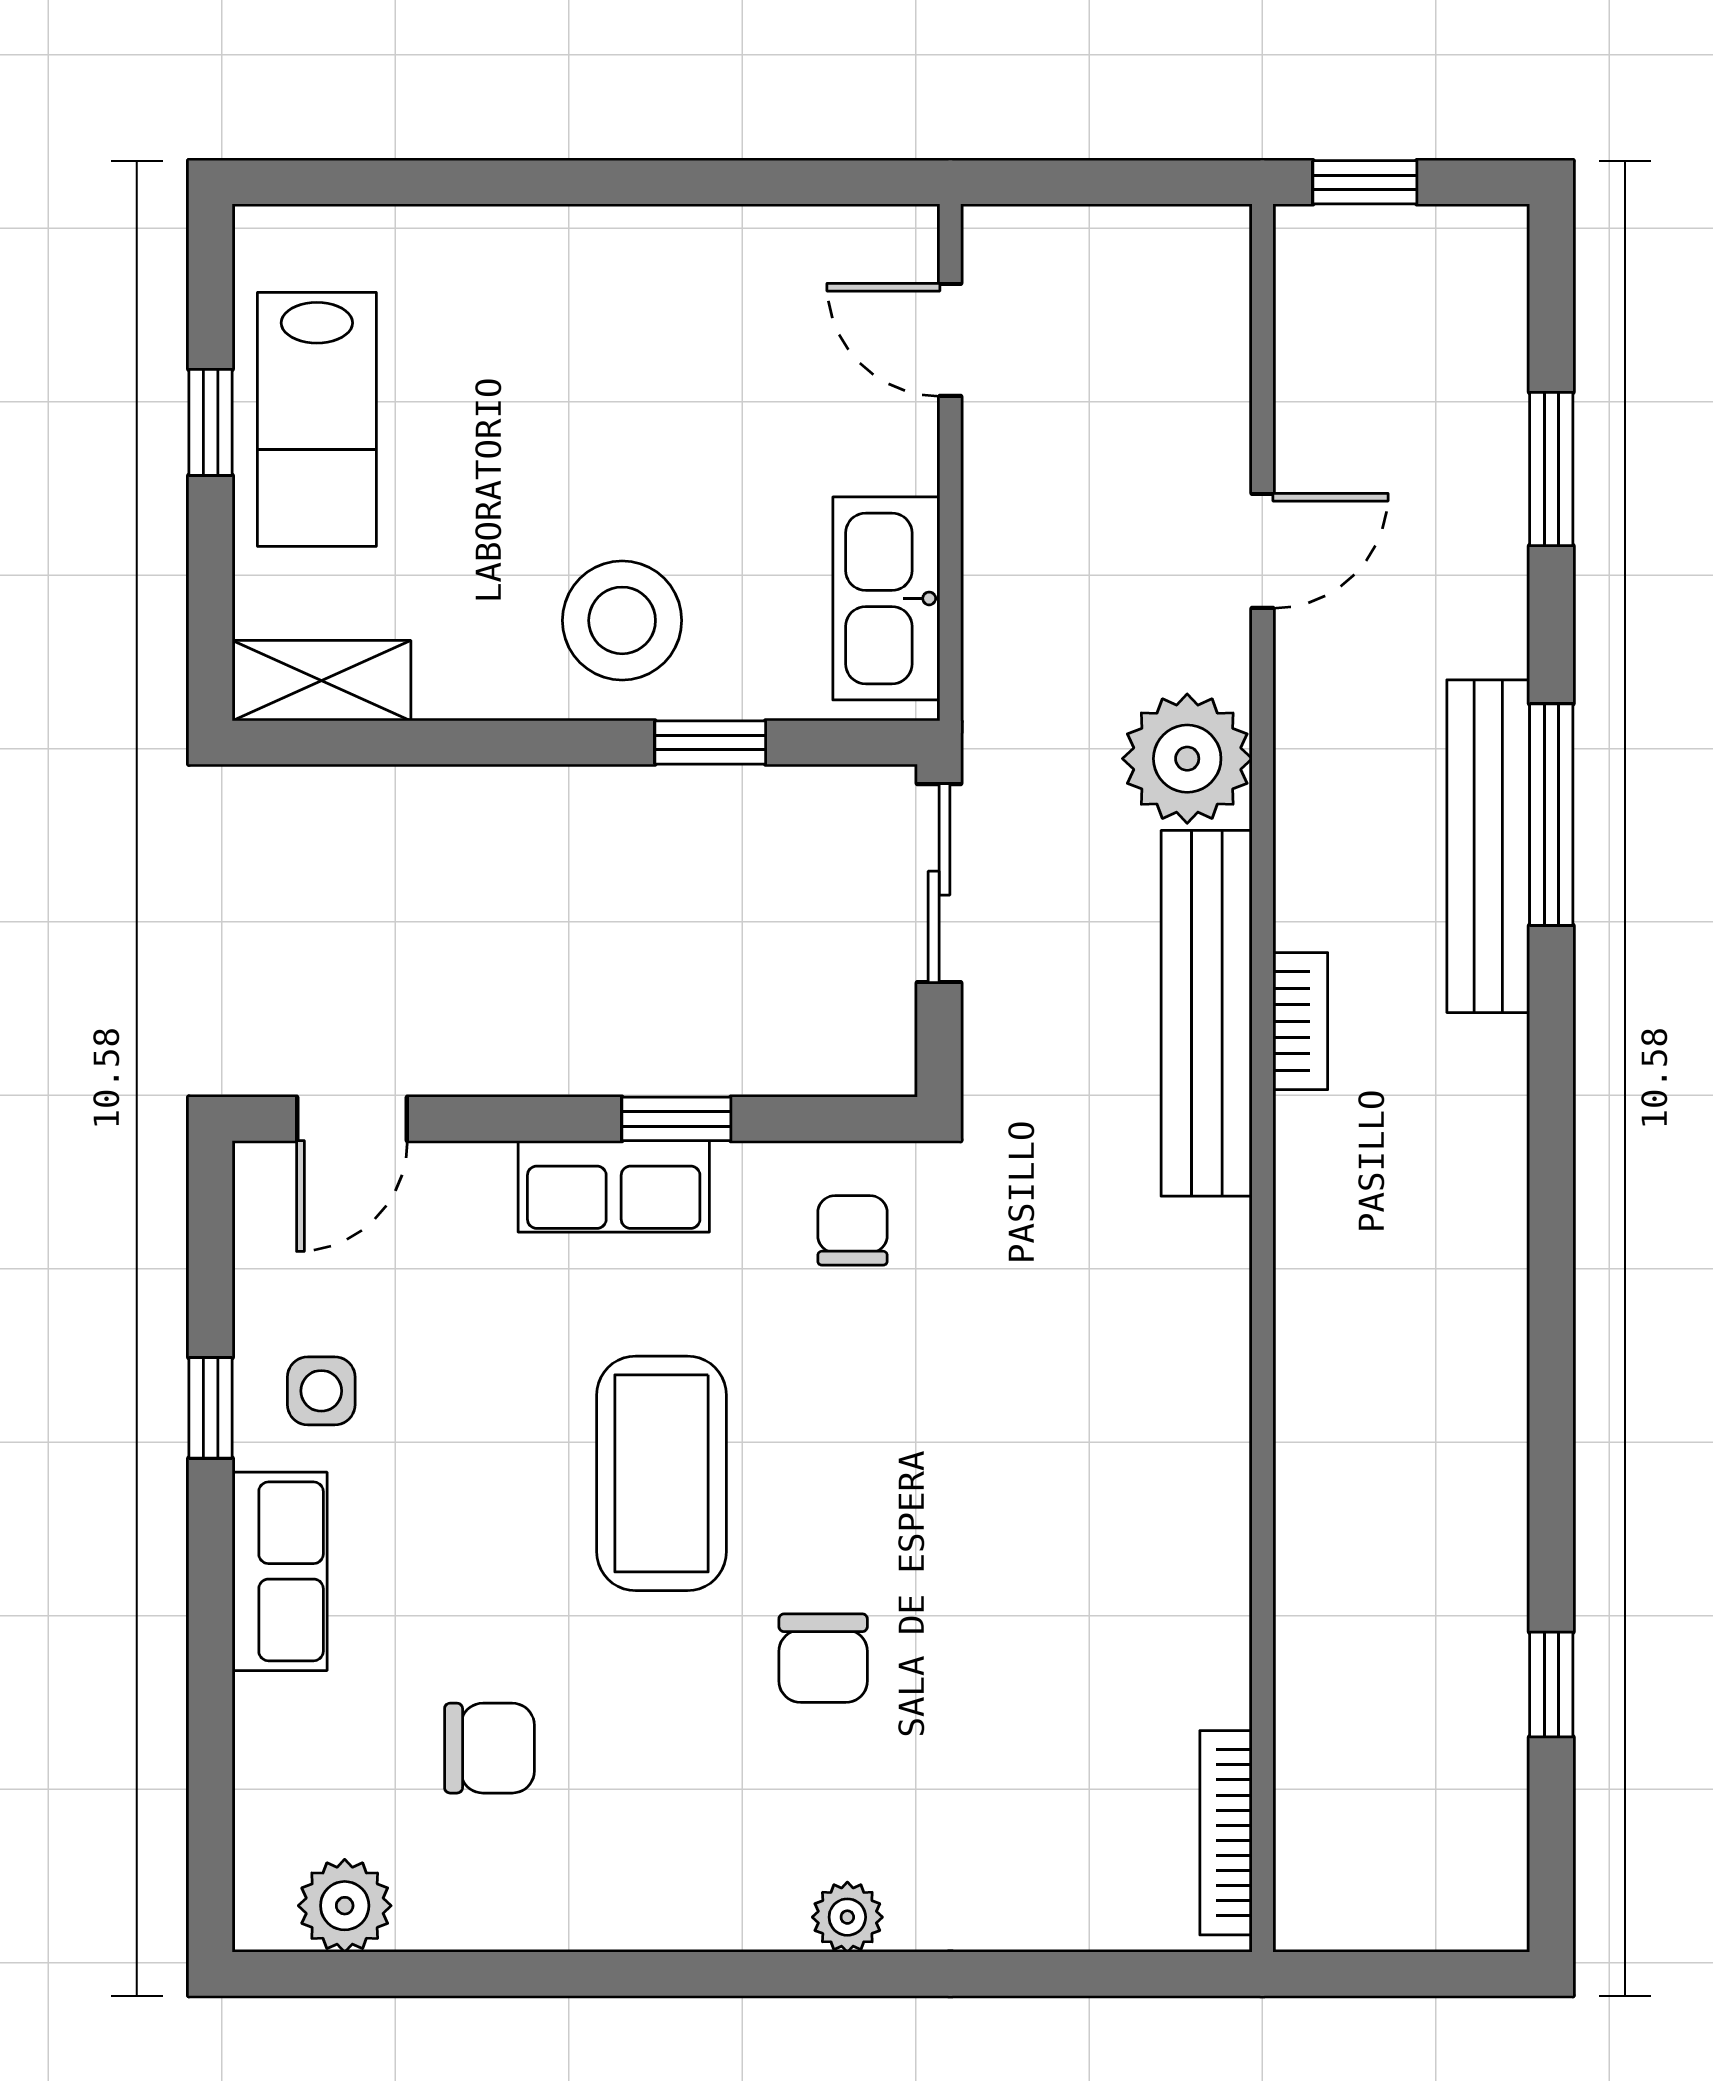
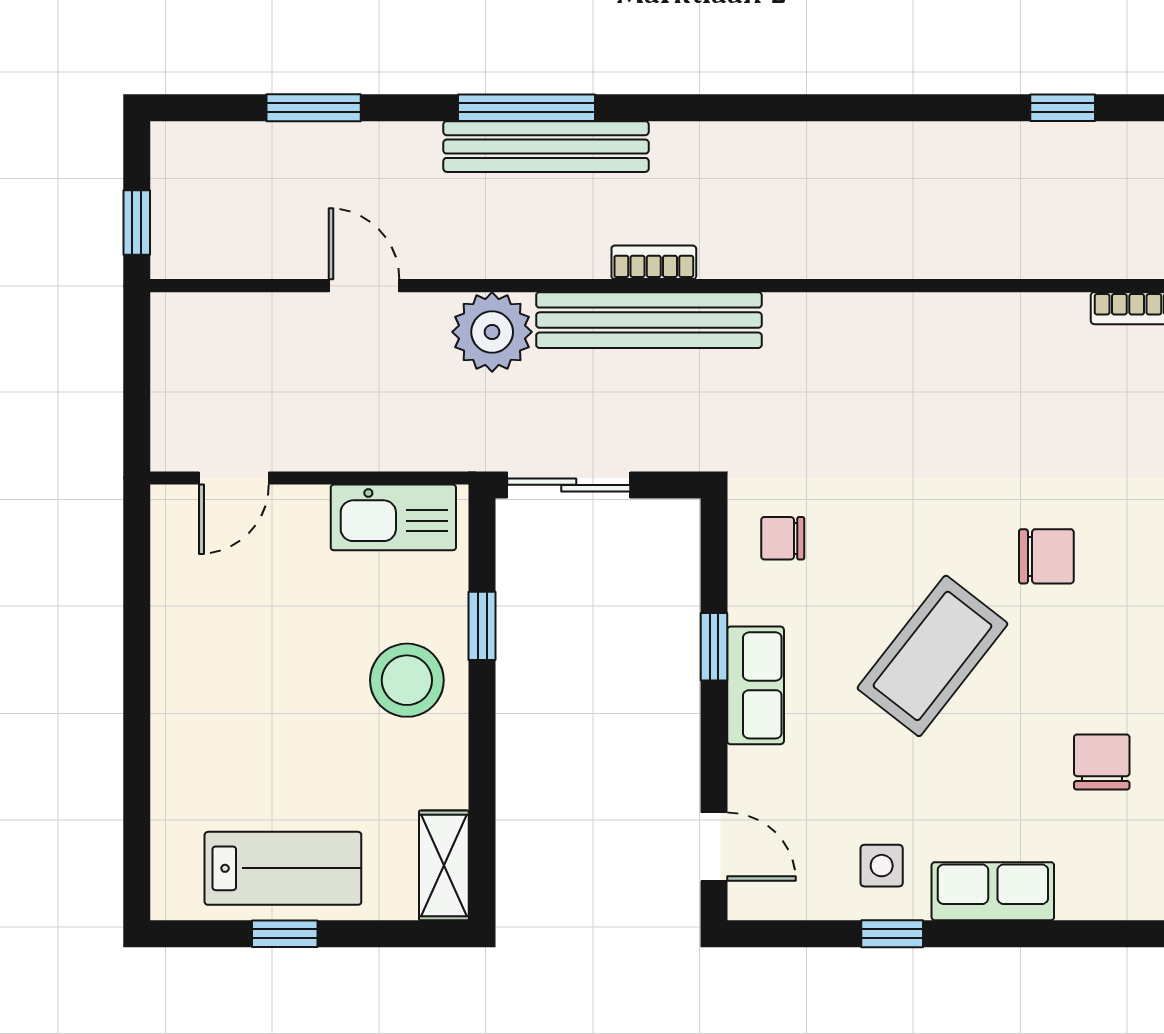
coffee table: (662, 1473) -> (932, 656), turned -52

